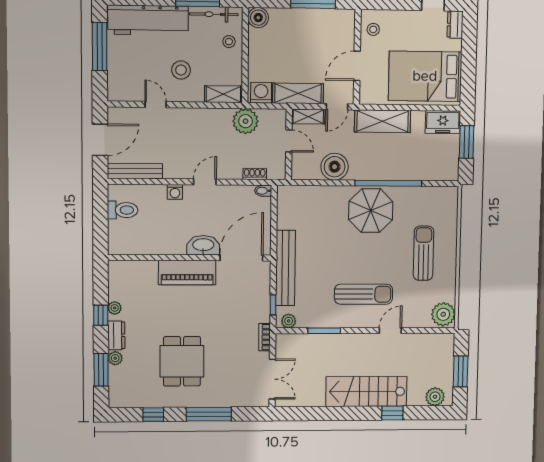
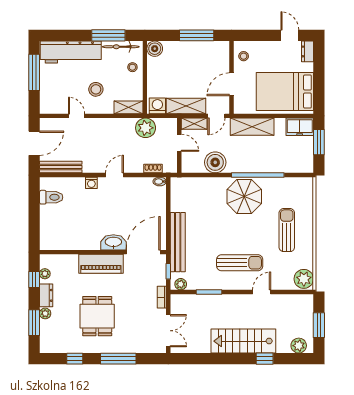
washbasin: (203, 245) -> (113, 242), moved
wall: (190, 258) -> (103, 252), moved
door: (241, 258) -> (143, 252), moved
piano: (187, 273) -> (101, 264), moved

